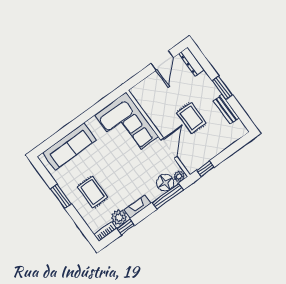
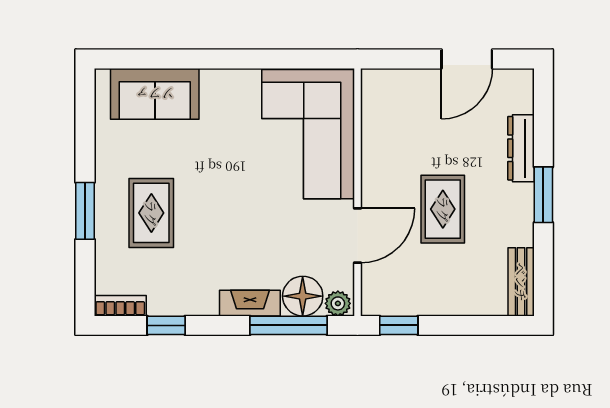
dresser: (191, 62) -> (521, 148), moved
bench: (226, 109) -> (521, 282), moved
sofa: (70, 146) -> (155, 94), width x0.73
window: (61, 196) -> (85, 211), moved
fireplace: (138, 206) -> (250, 303), moved
plant: (119, 217) -> (167, 298), removed

